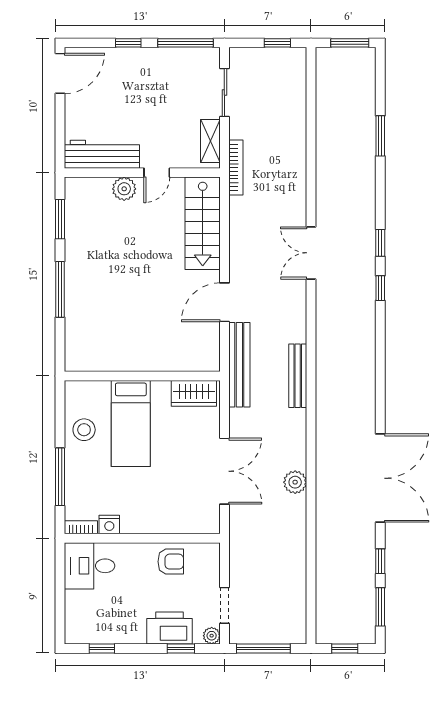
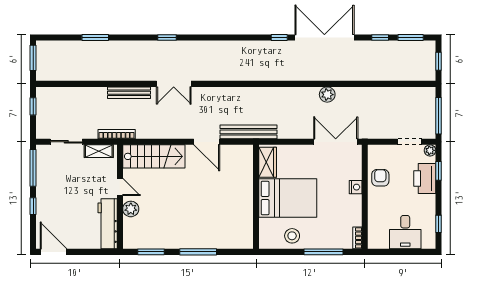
window: (380, 288) -> (279, 38), moved
bench: (298, 376) -> (129, 93), moved
bed: (131, 423) -> (288, 198), width x1.50
double door: (224, 471) -> (336, 142), moved
nightstand: (109, 525) -> (356, 187), moved
desk: (90, 566) -> (405, 232), moved

